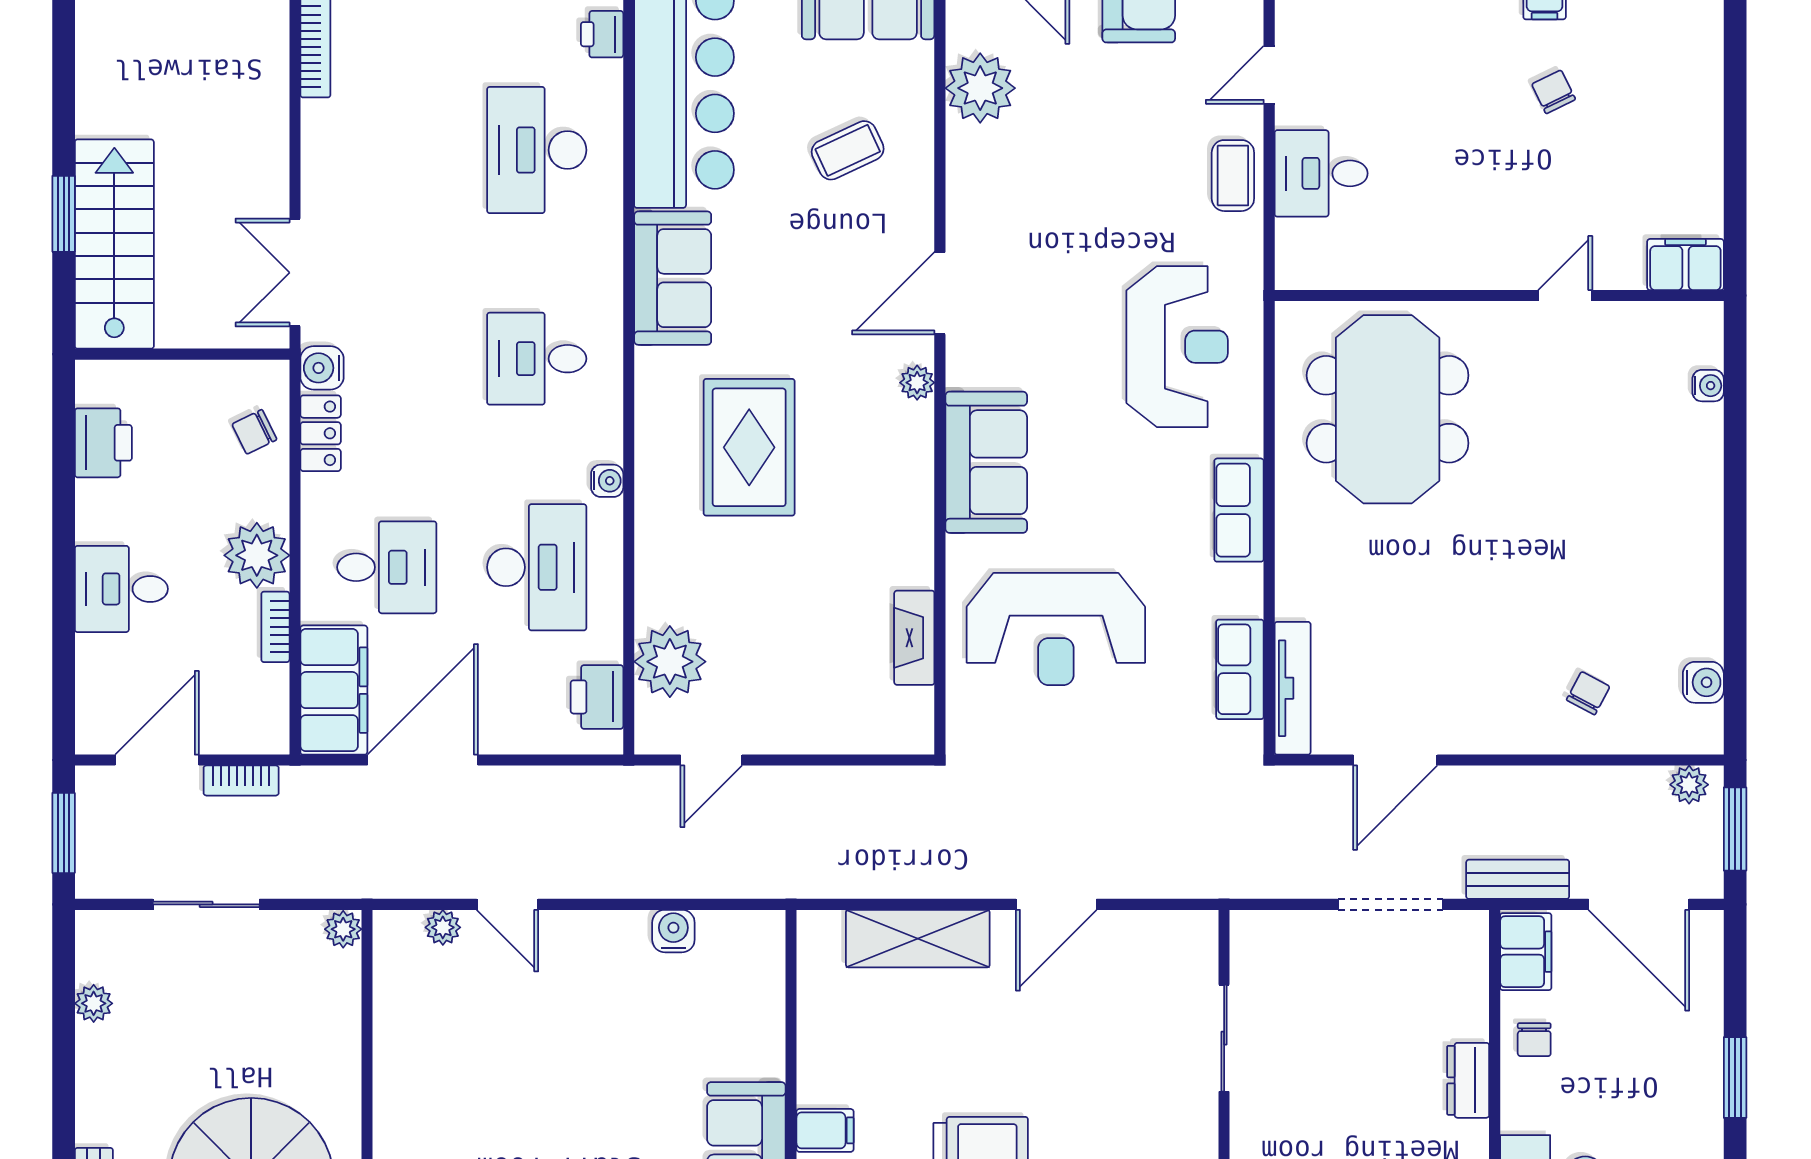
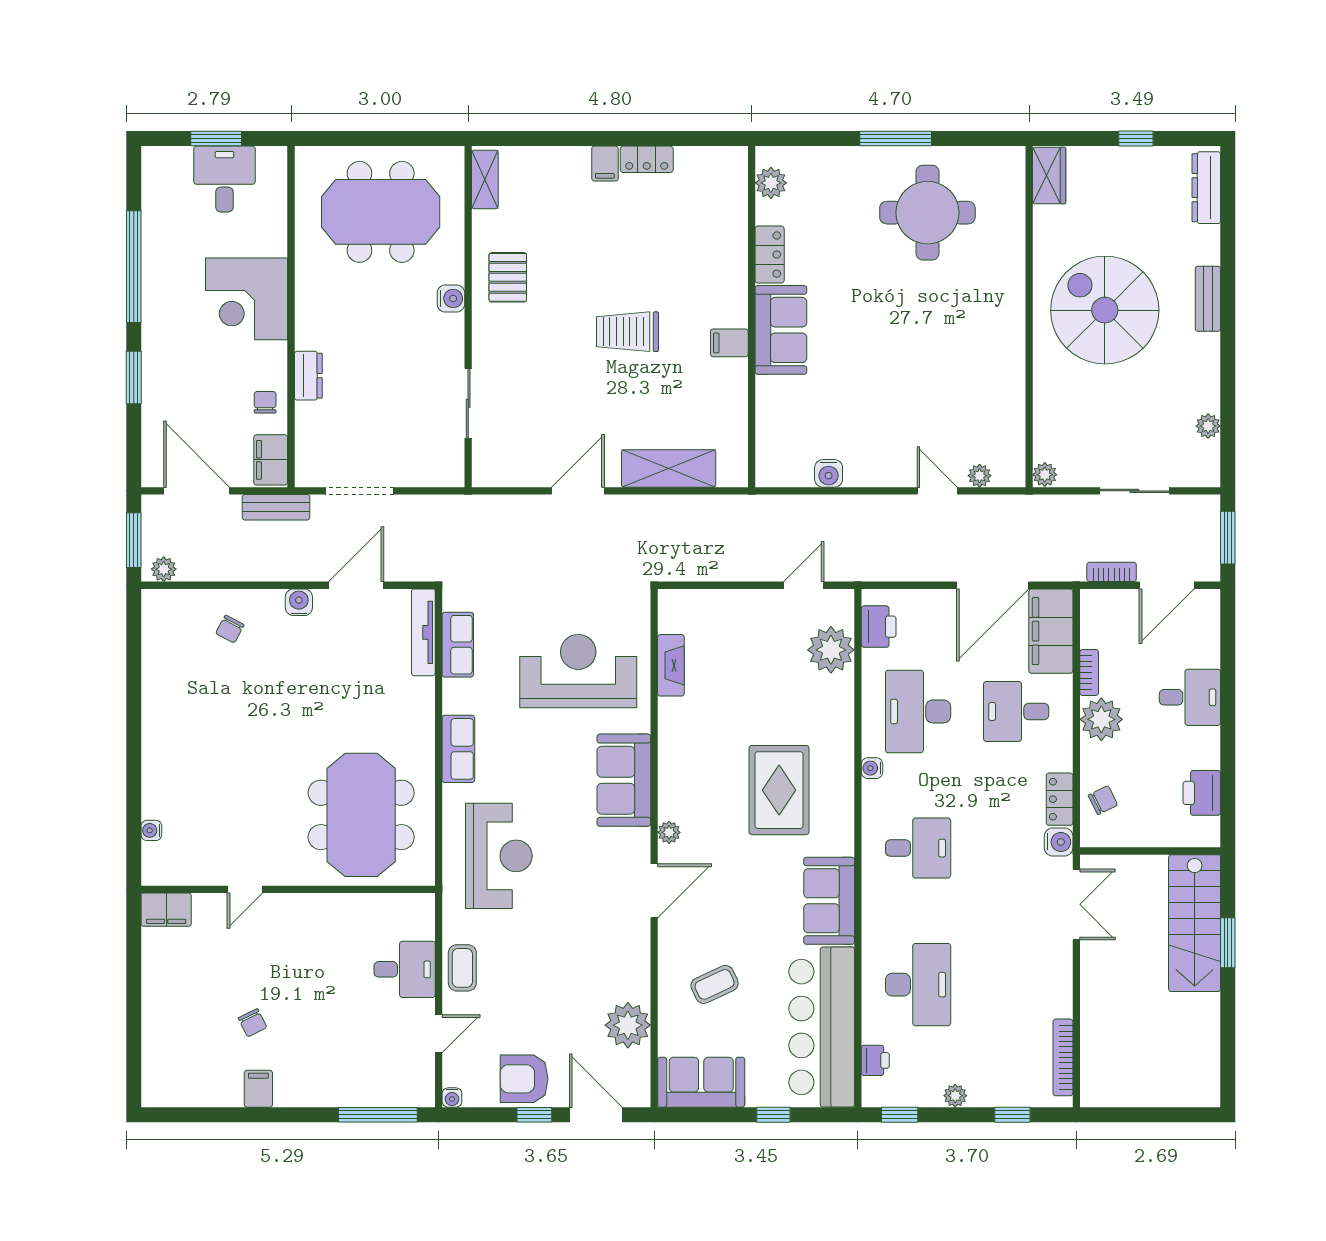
reception desk: (1177, 347) -> (499, 856), turned 180
water cooler: (1703, 682) -> (299, 602), moved, turned 90

